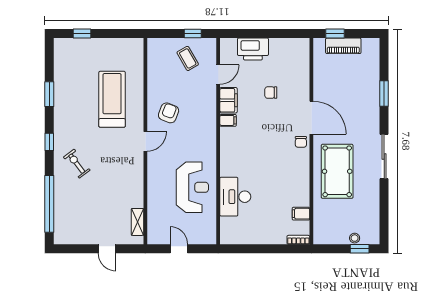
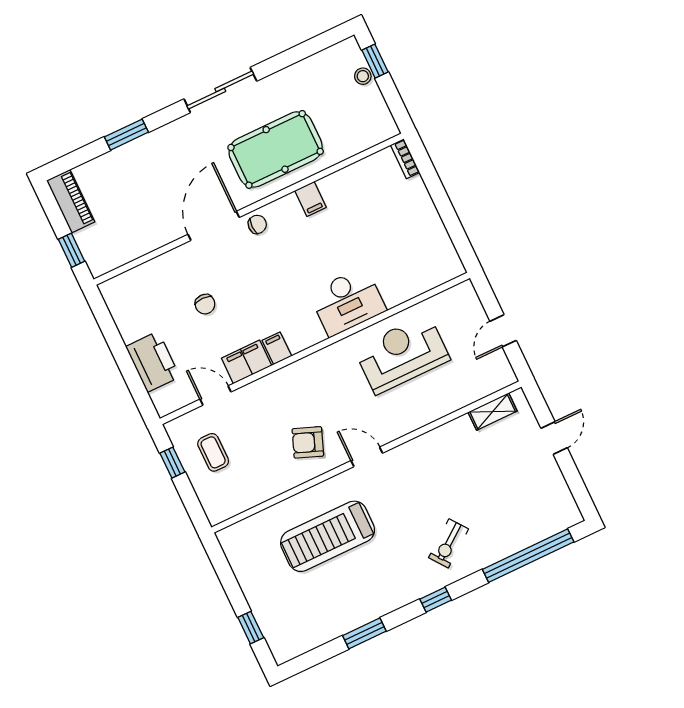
piano: (343, 46) -> (71, 201), moved
coffee table: (188, 58) -> (213, 452), turned -60
desk: (235, 197) -> (347, 302), moved
filing cabinet: (301, 214) -> (310, 199), moved

